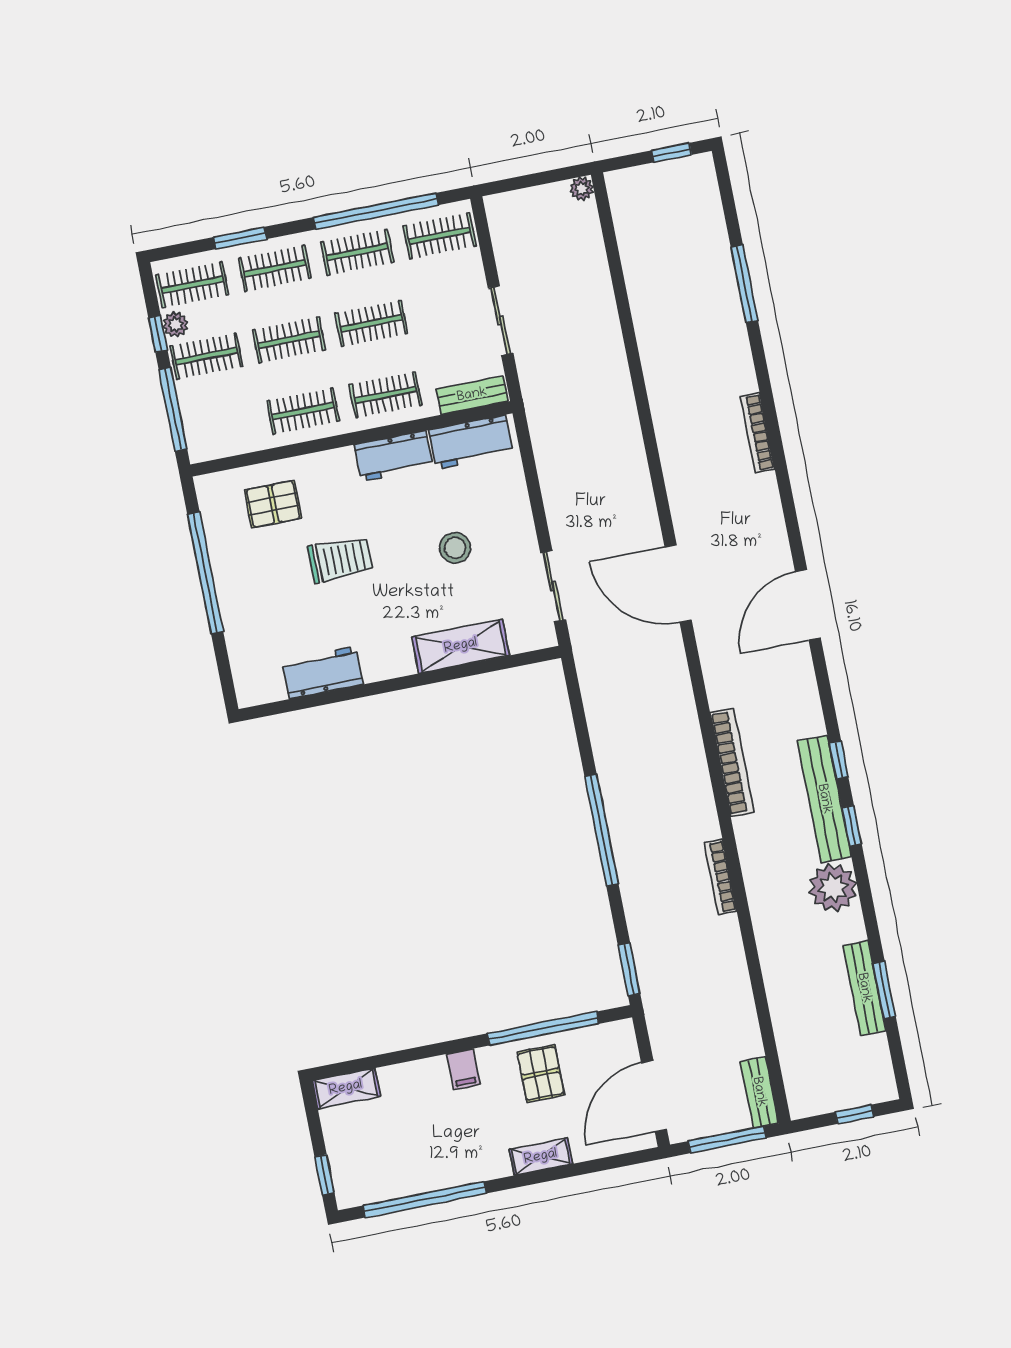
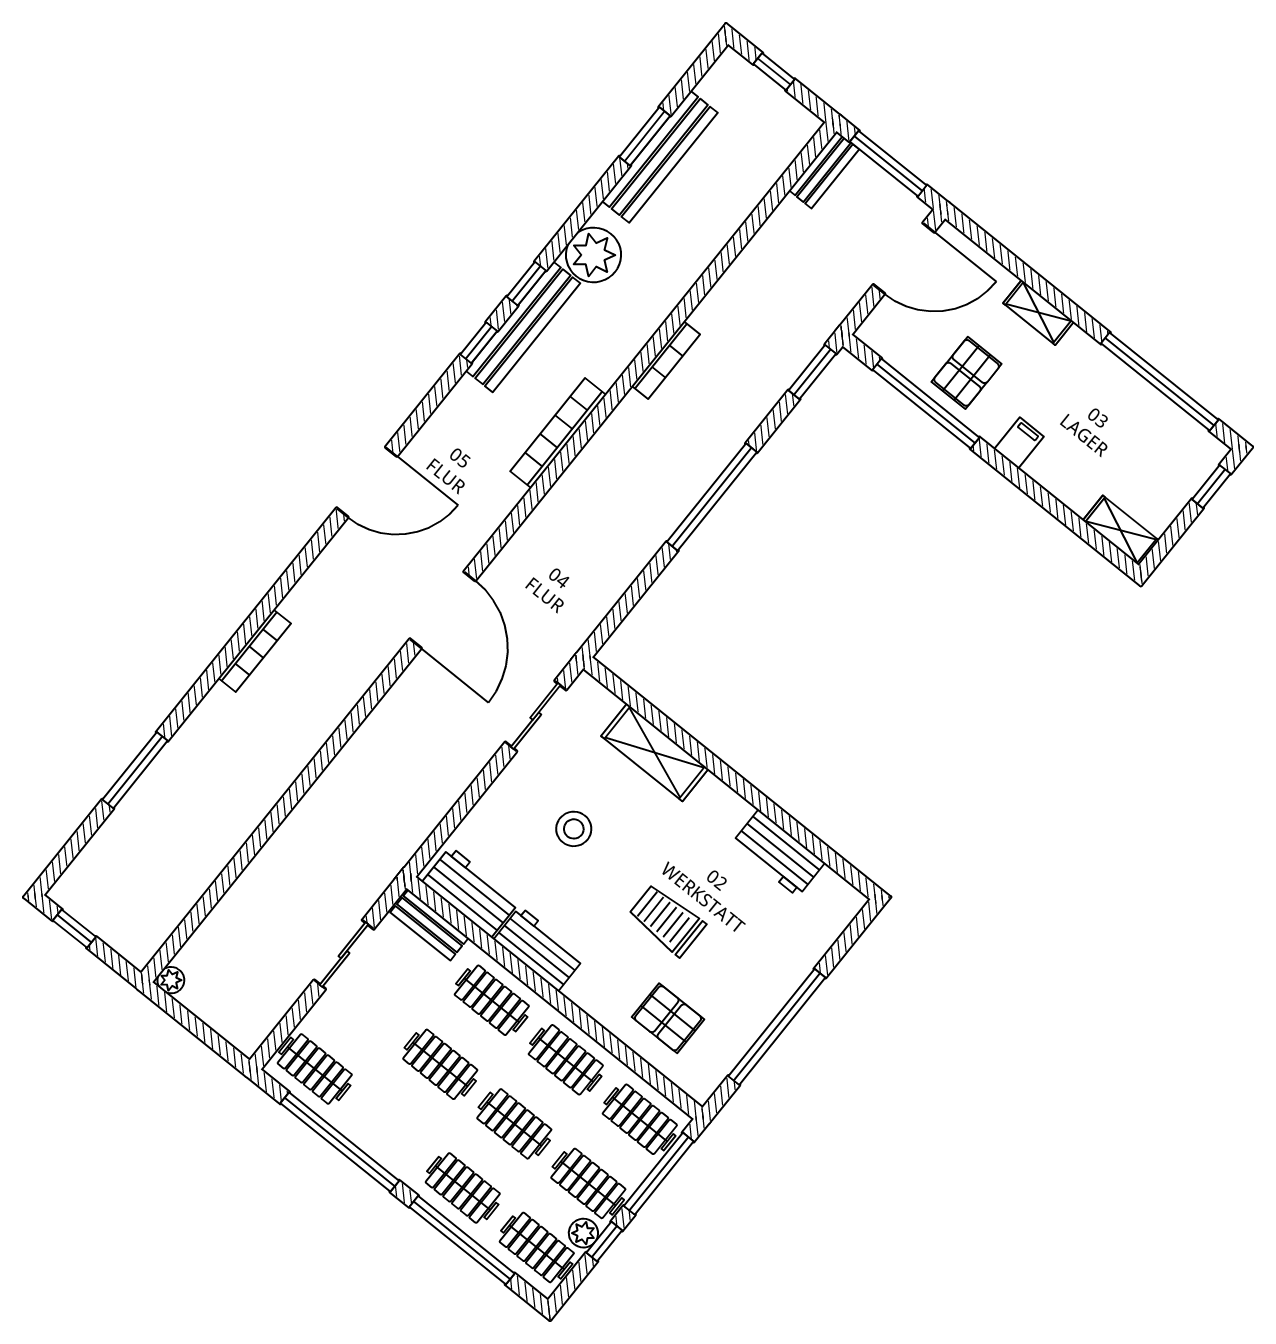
window: (240, 238) -> (462, 1240), width x2.11
clothes rail: (357, 252) -> (640, 1119), moved
bench: (864, 988) -> (660, 157), width x1.37, depth x1.21

